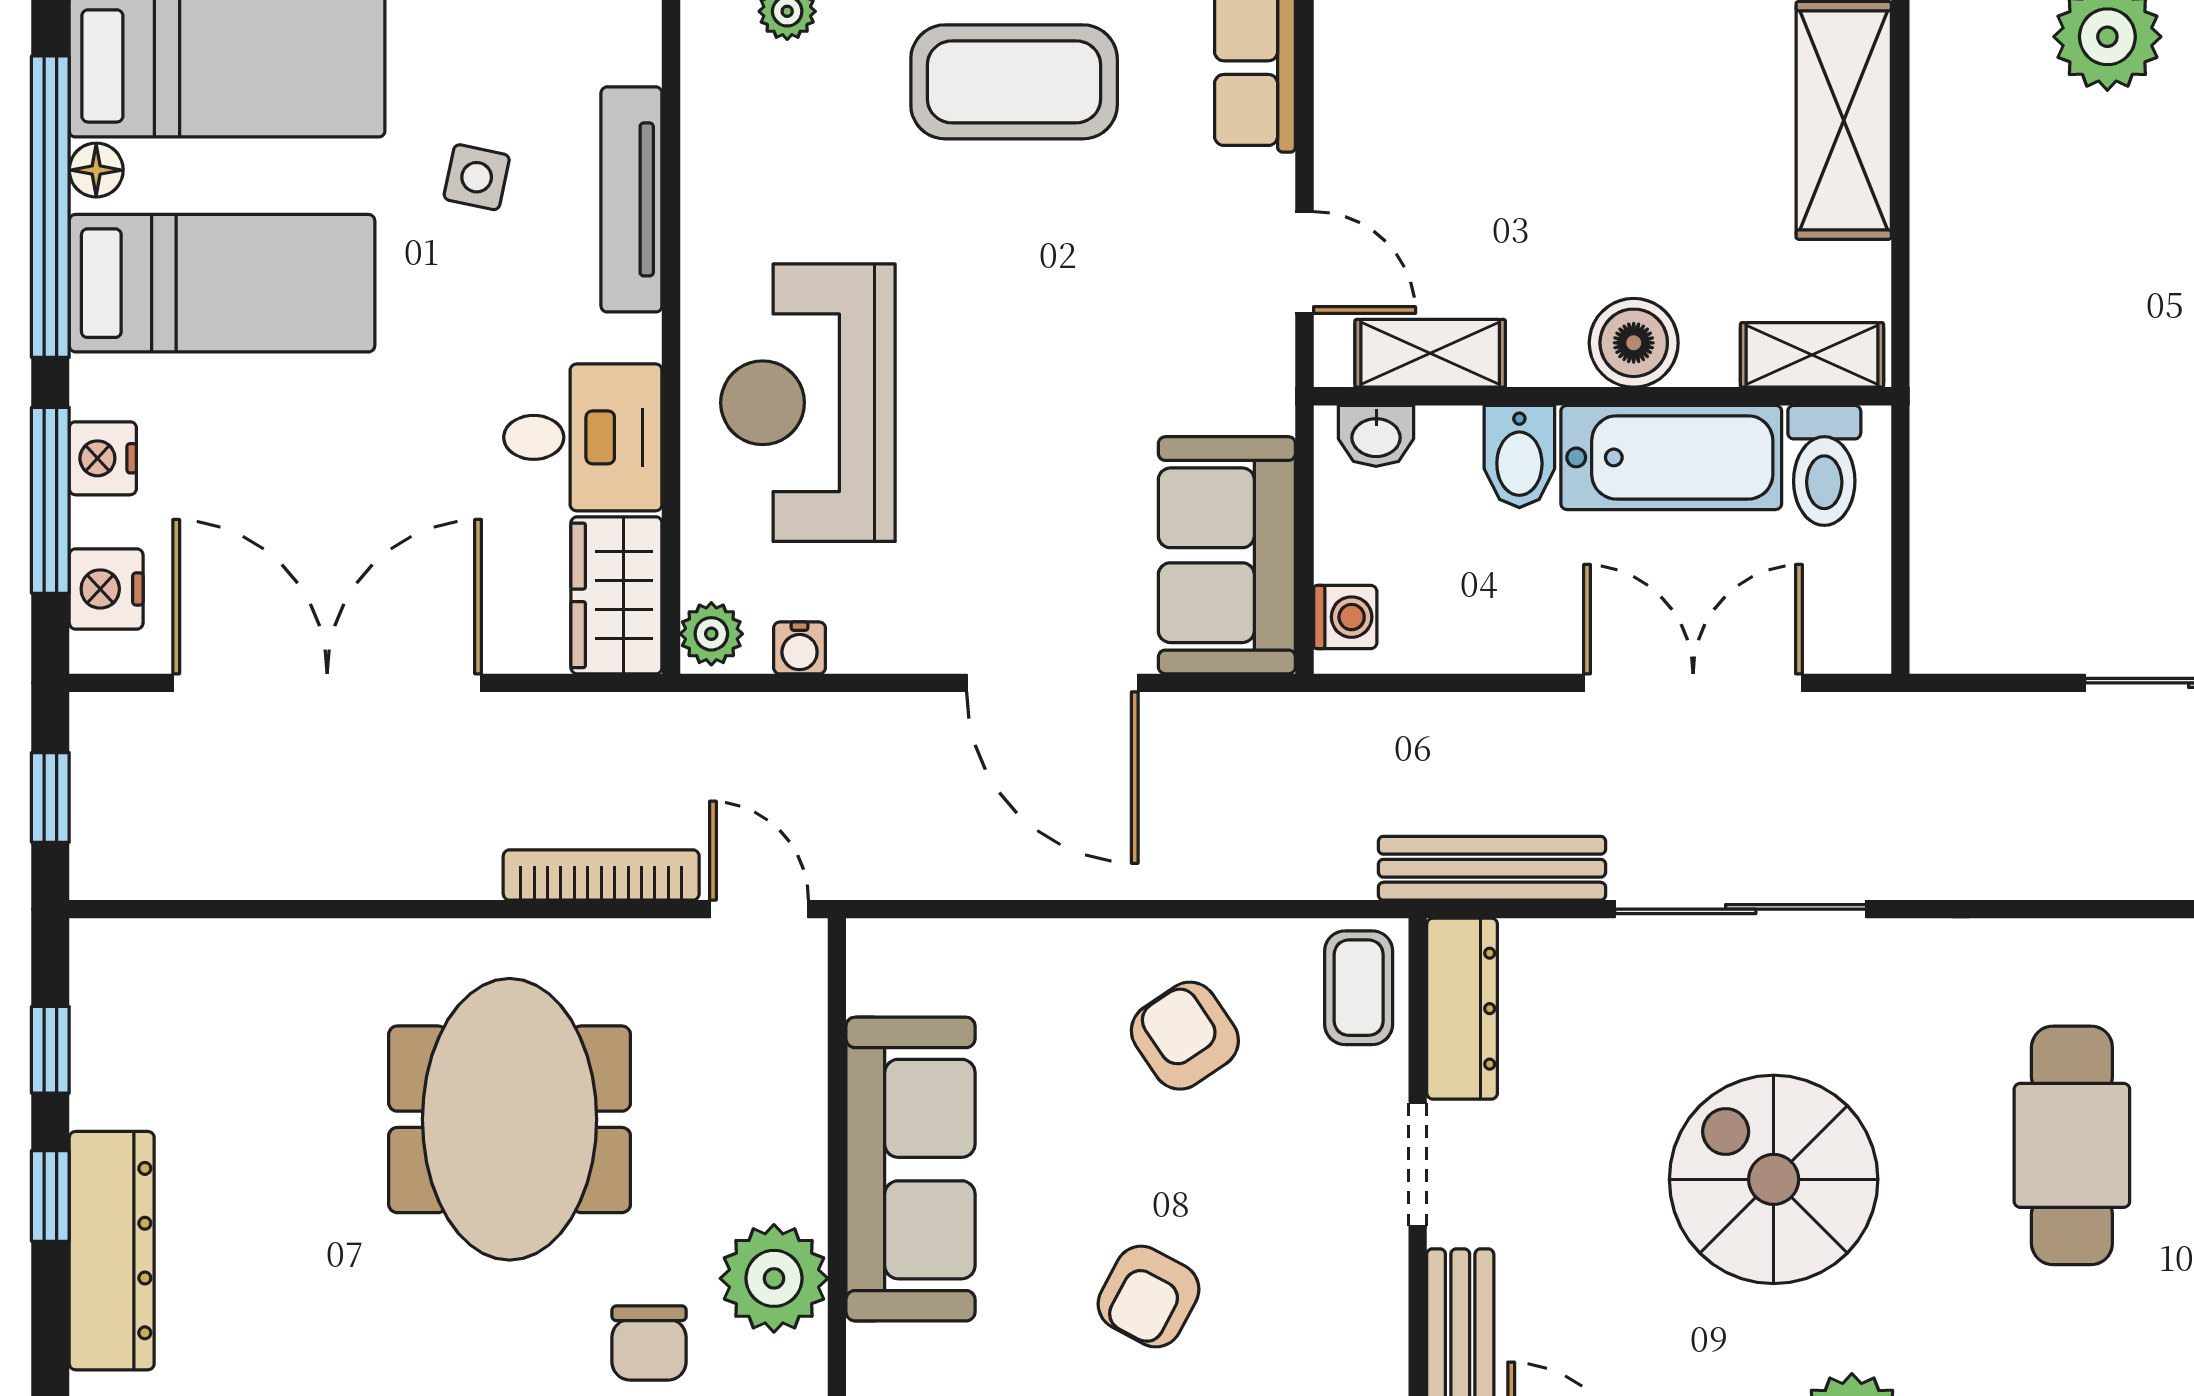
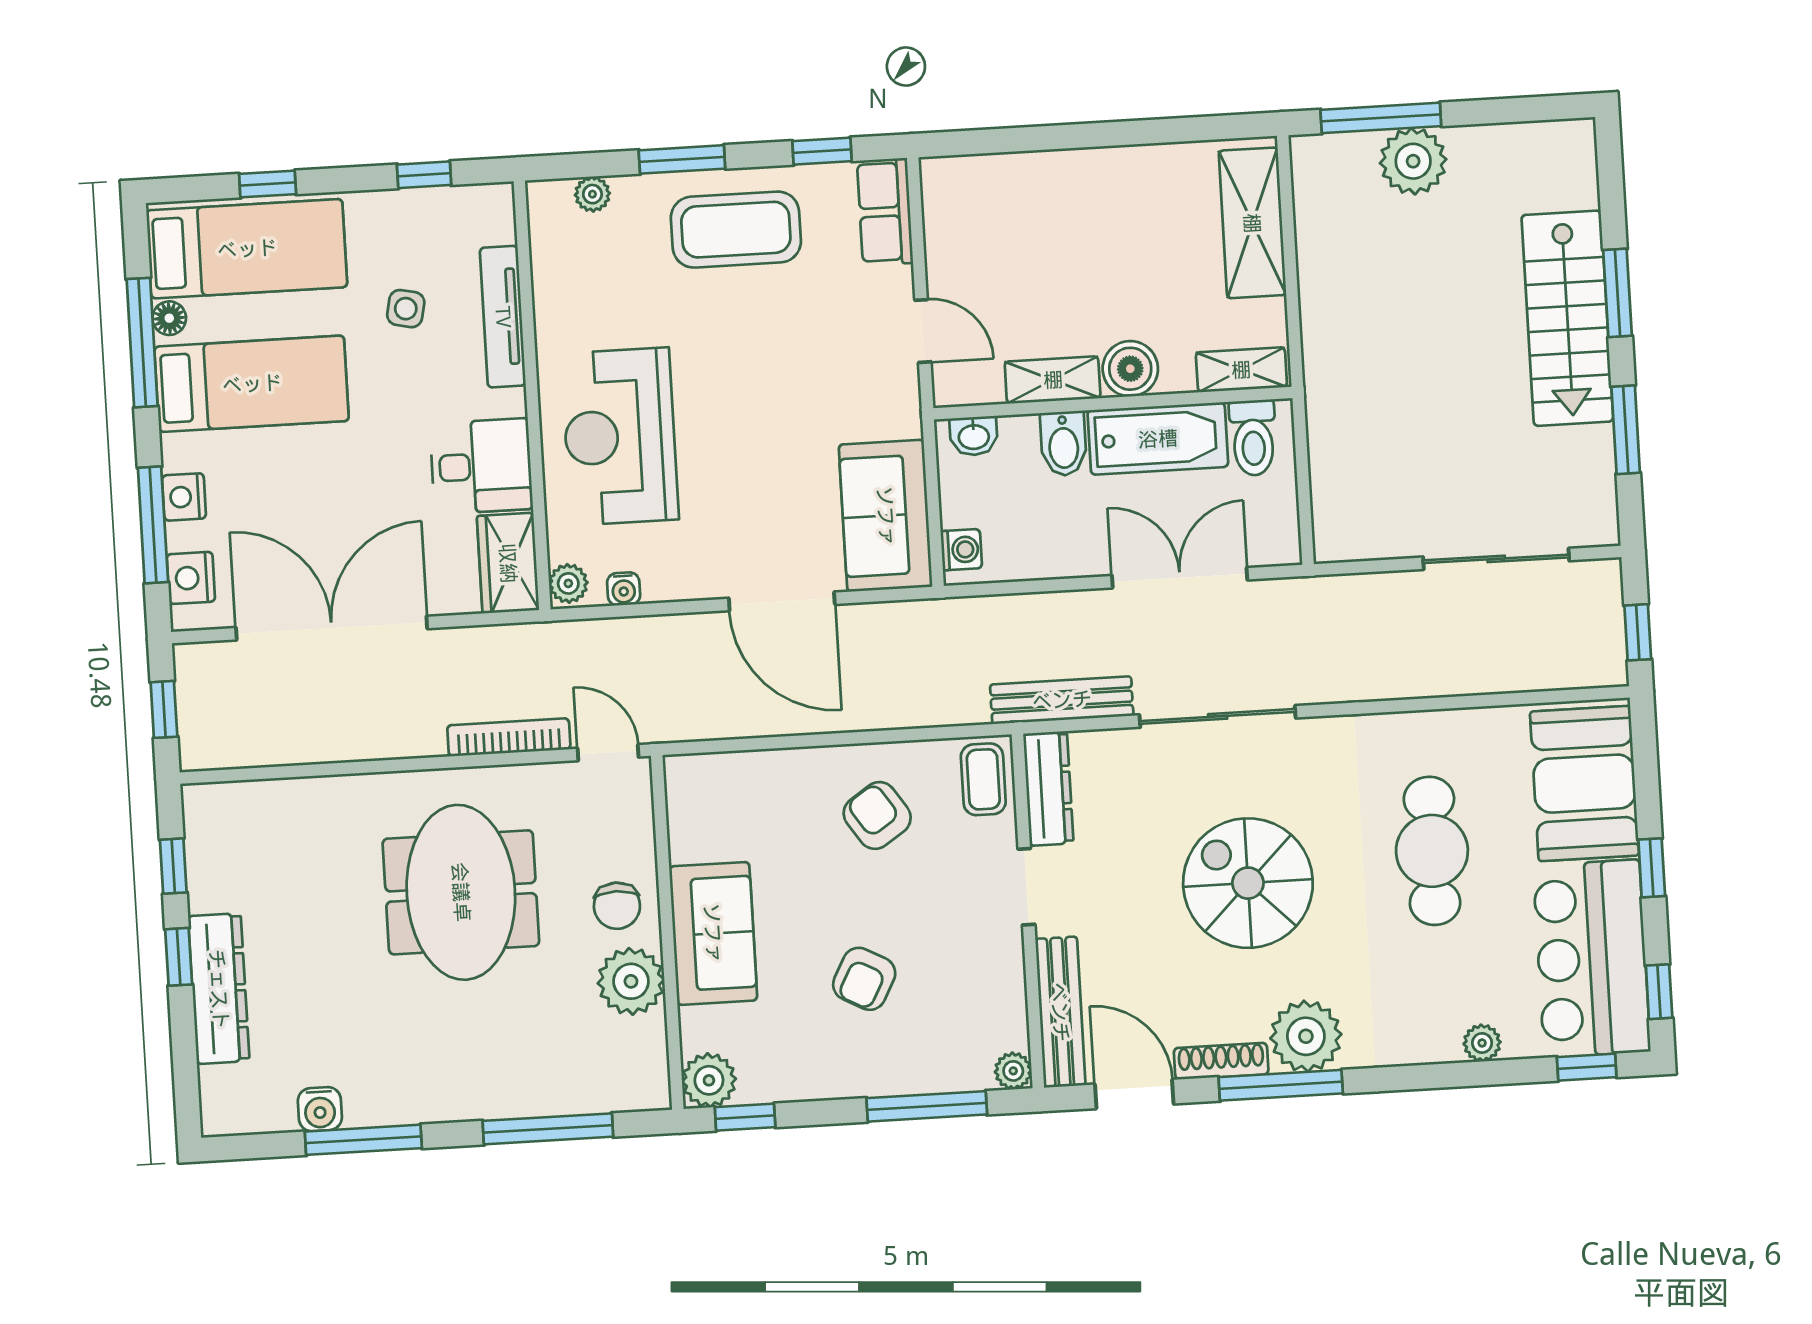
window: (50, 207) -> (142, 343), width x0.68
shelving: (1430, 353) -> (1053, 380), moved
sofa: (911, 1169) -> (713, 933), width x0.73
chair: (649, 1343) -> (617, 906), moved

